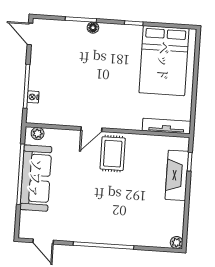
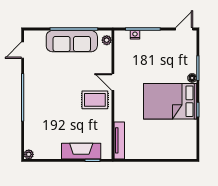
bed: (164, 61) -> (170, 101), moved

